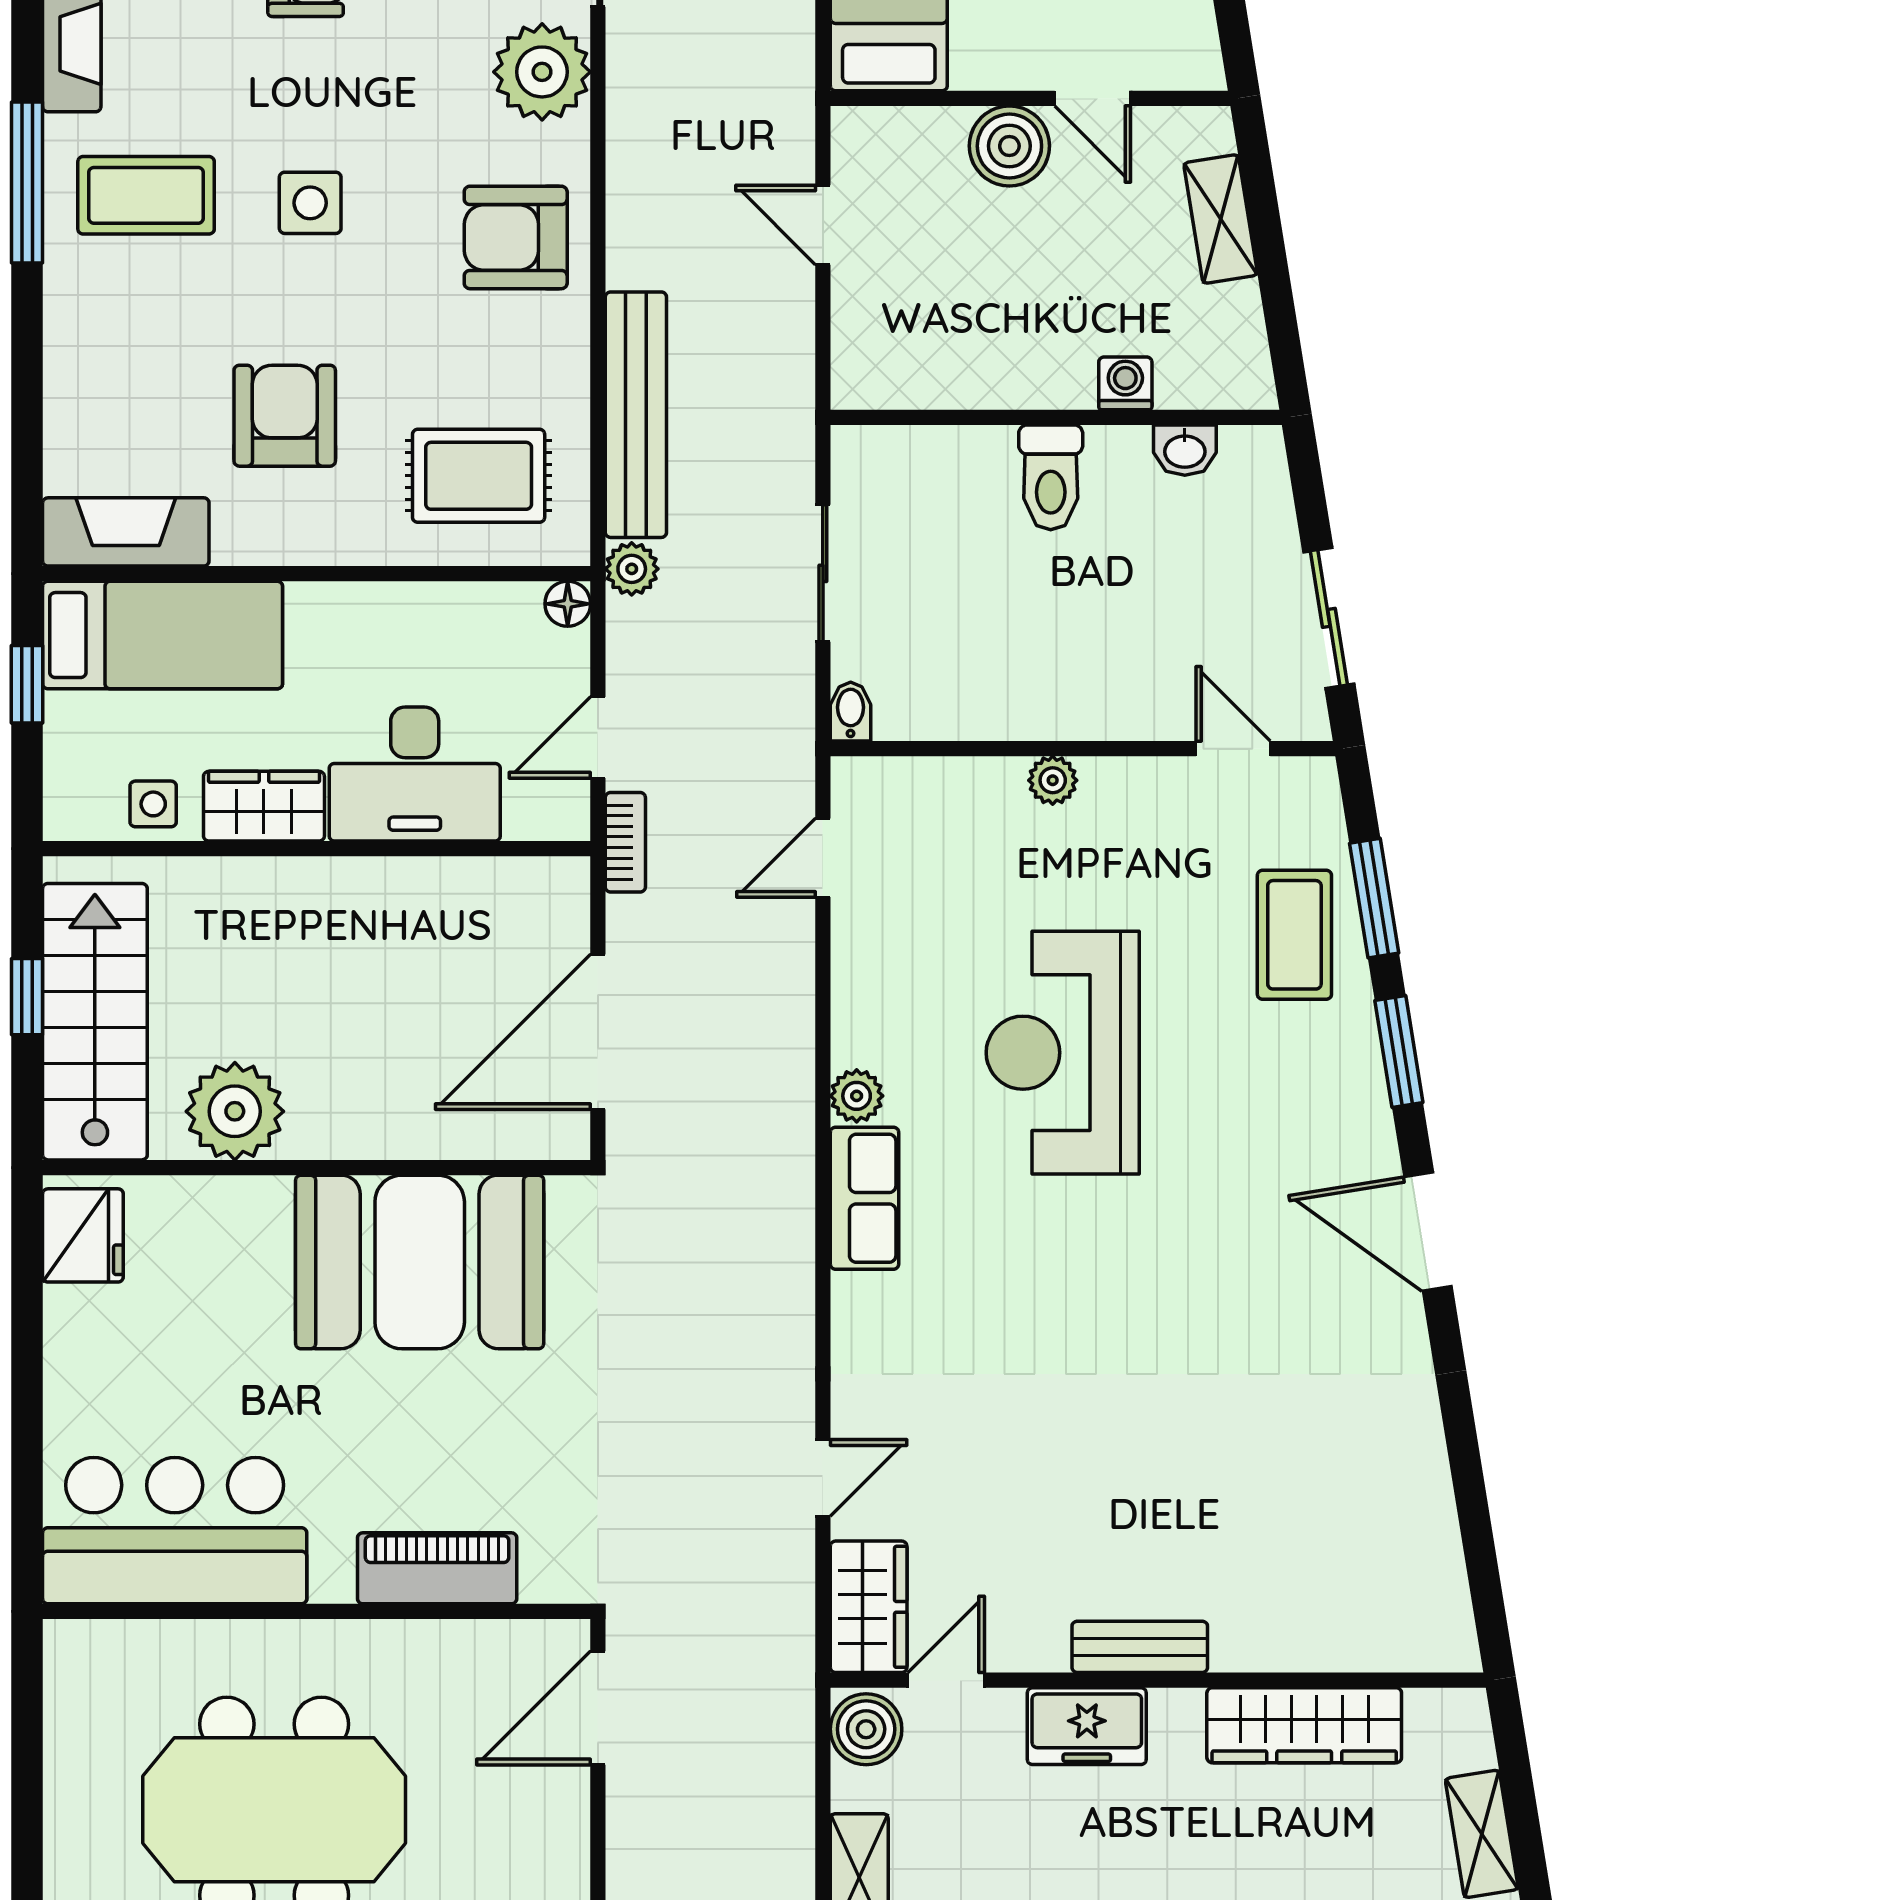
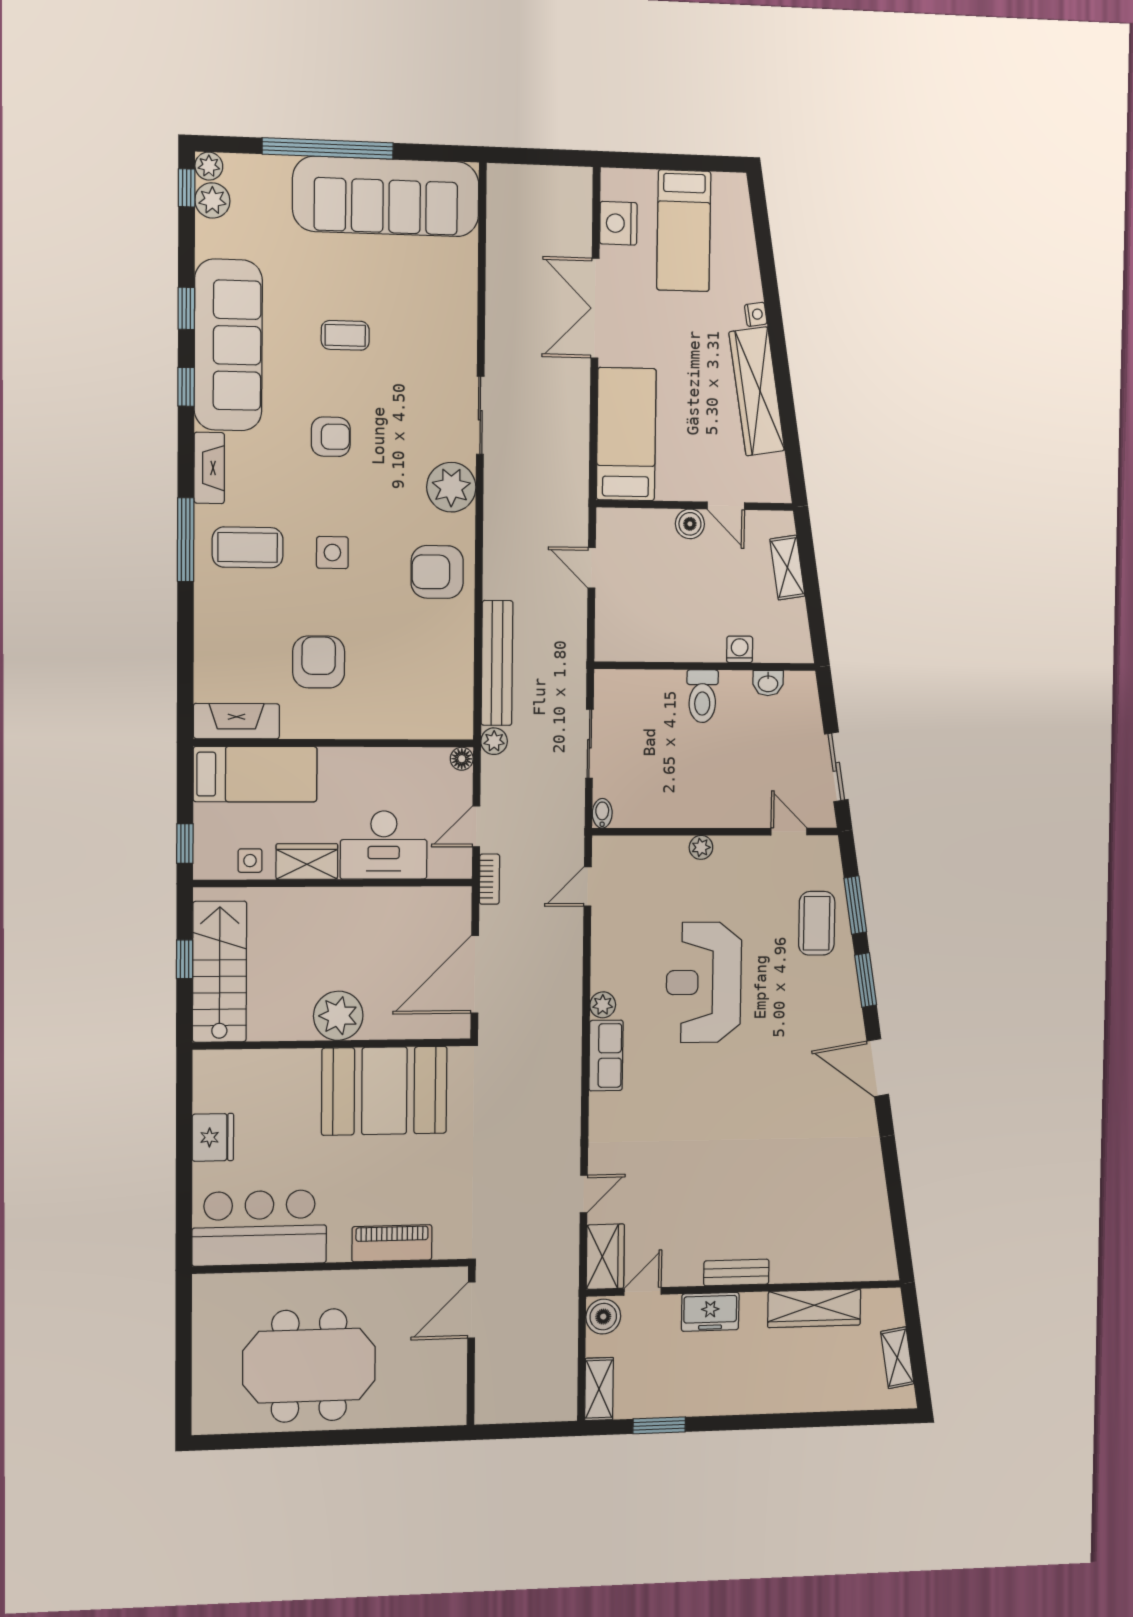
boiler: (1009, 146) -> (690, 524), width x0.73, depth x0.73
rug: (479, 476) -> (417, 693), removed
window: (27, 684) -> (185, 844), moved
plant: (235, 1111) -> (338, 1016), moved
fridge: (83, 1235) -> (213, 1137), moved

